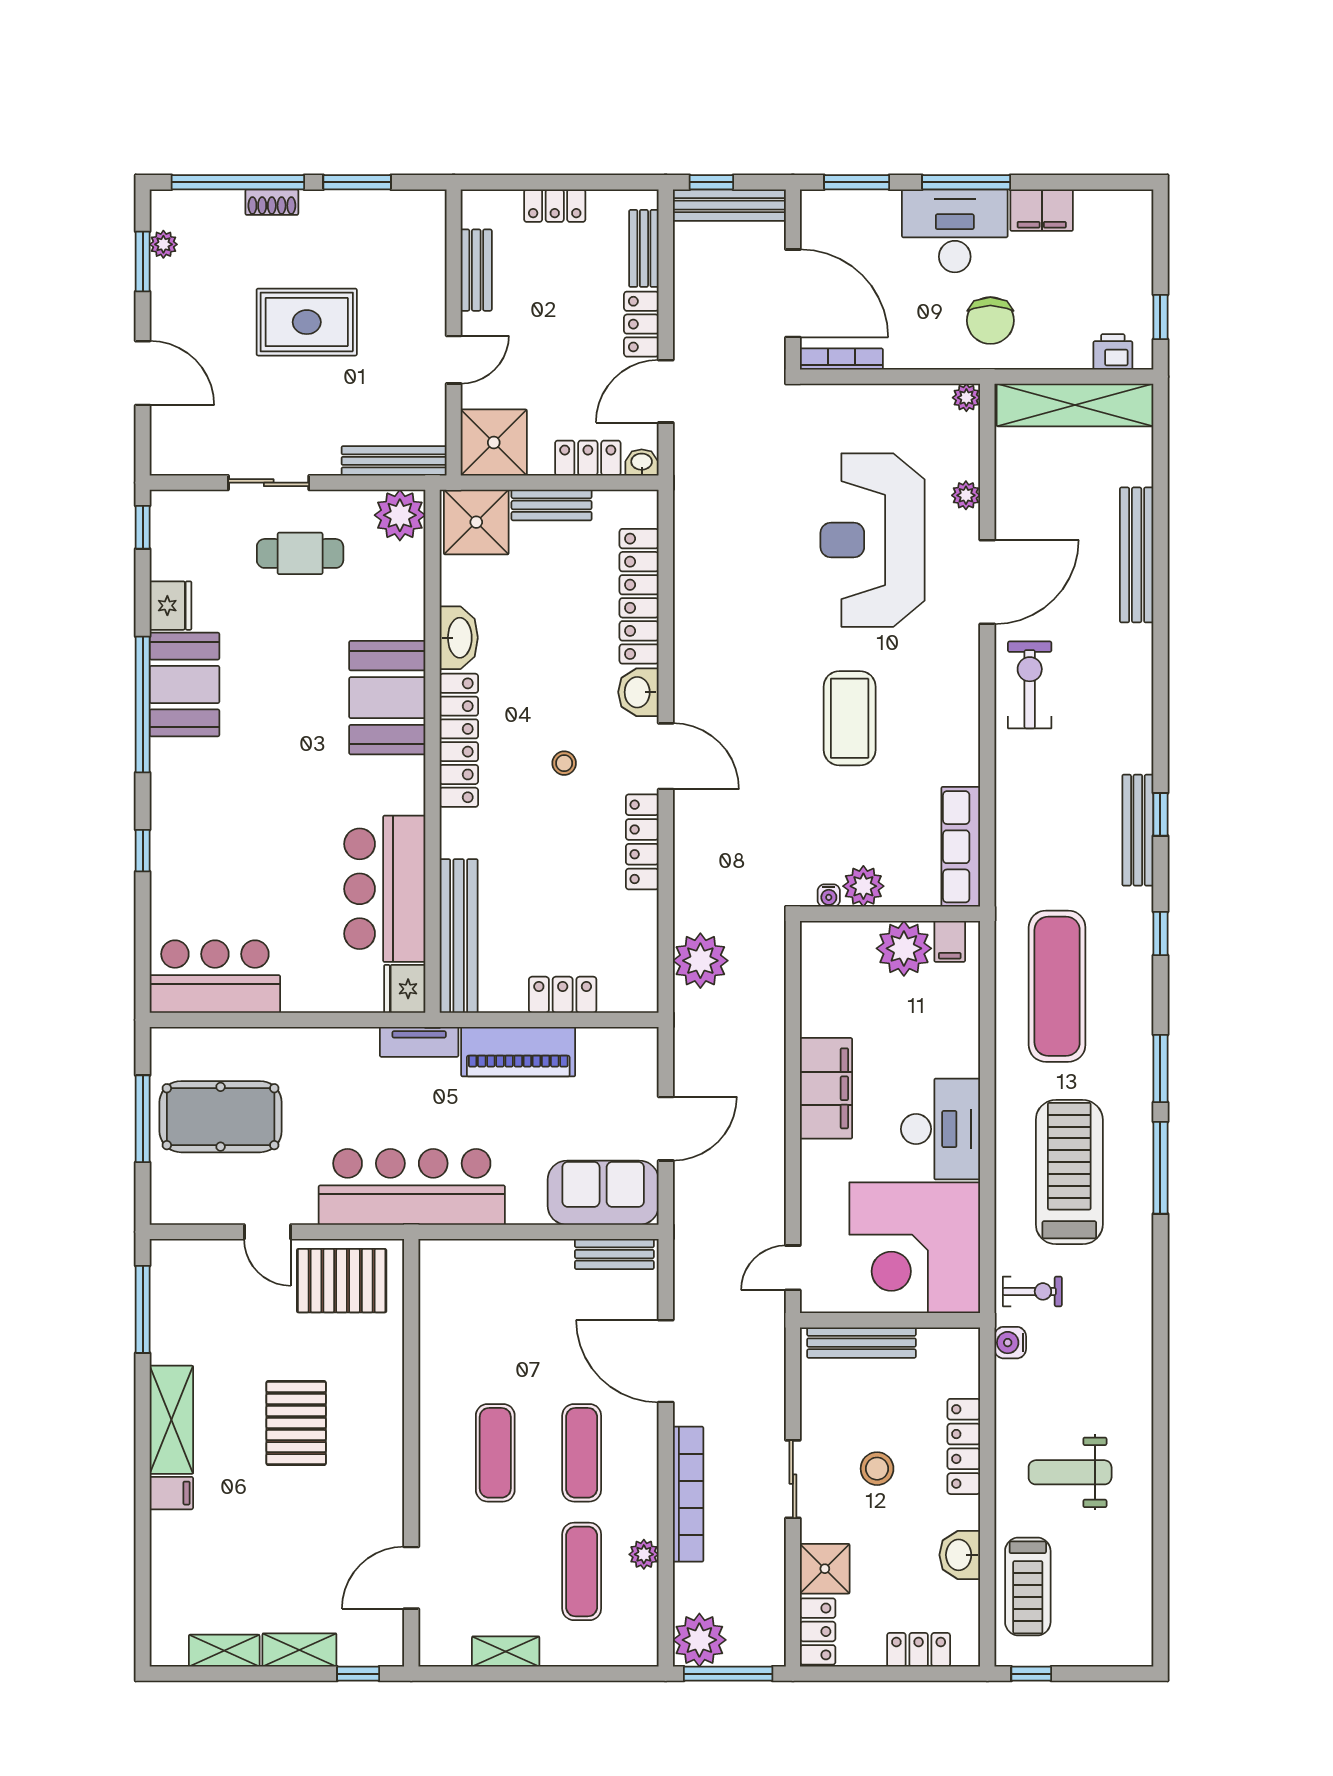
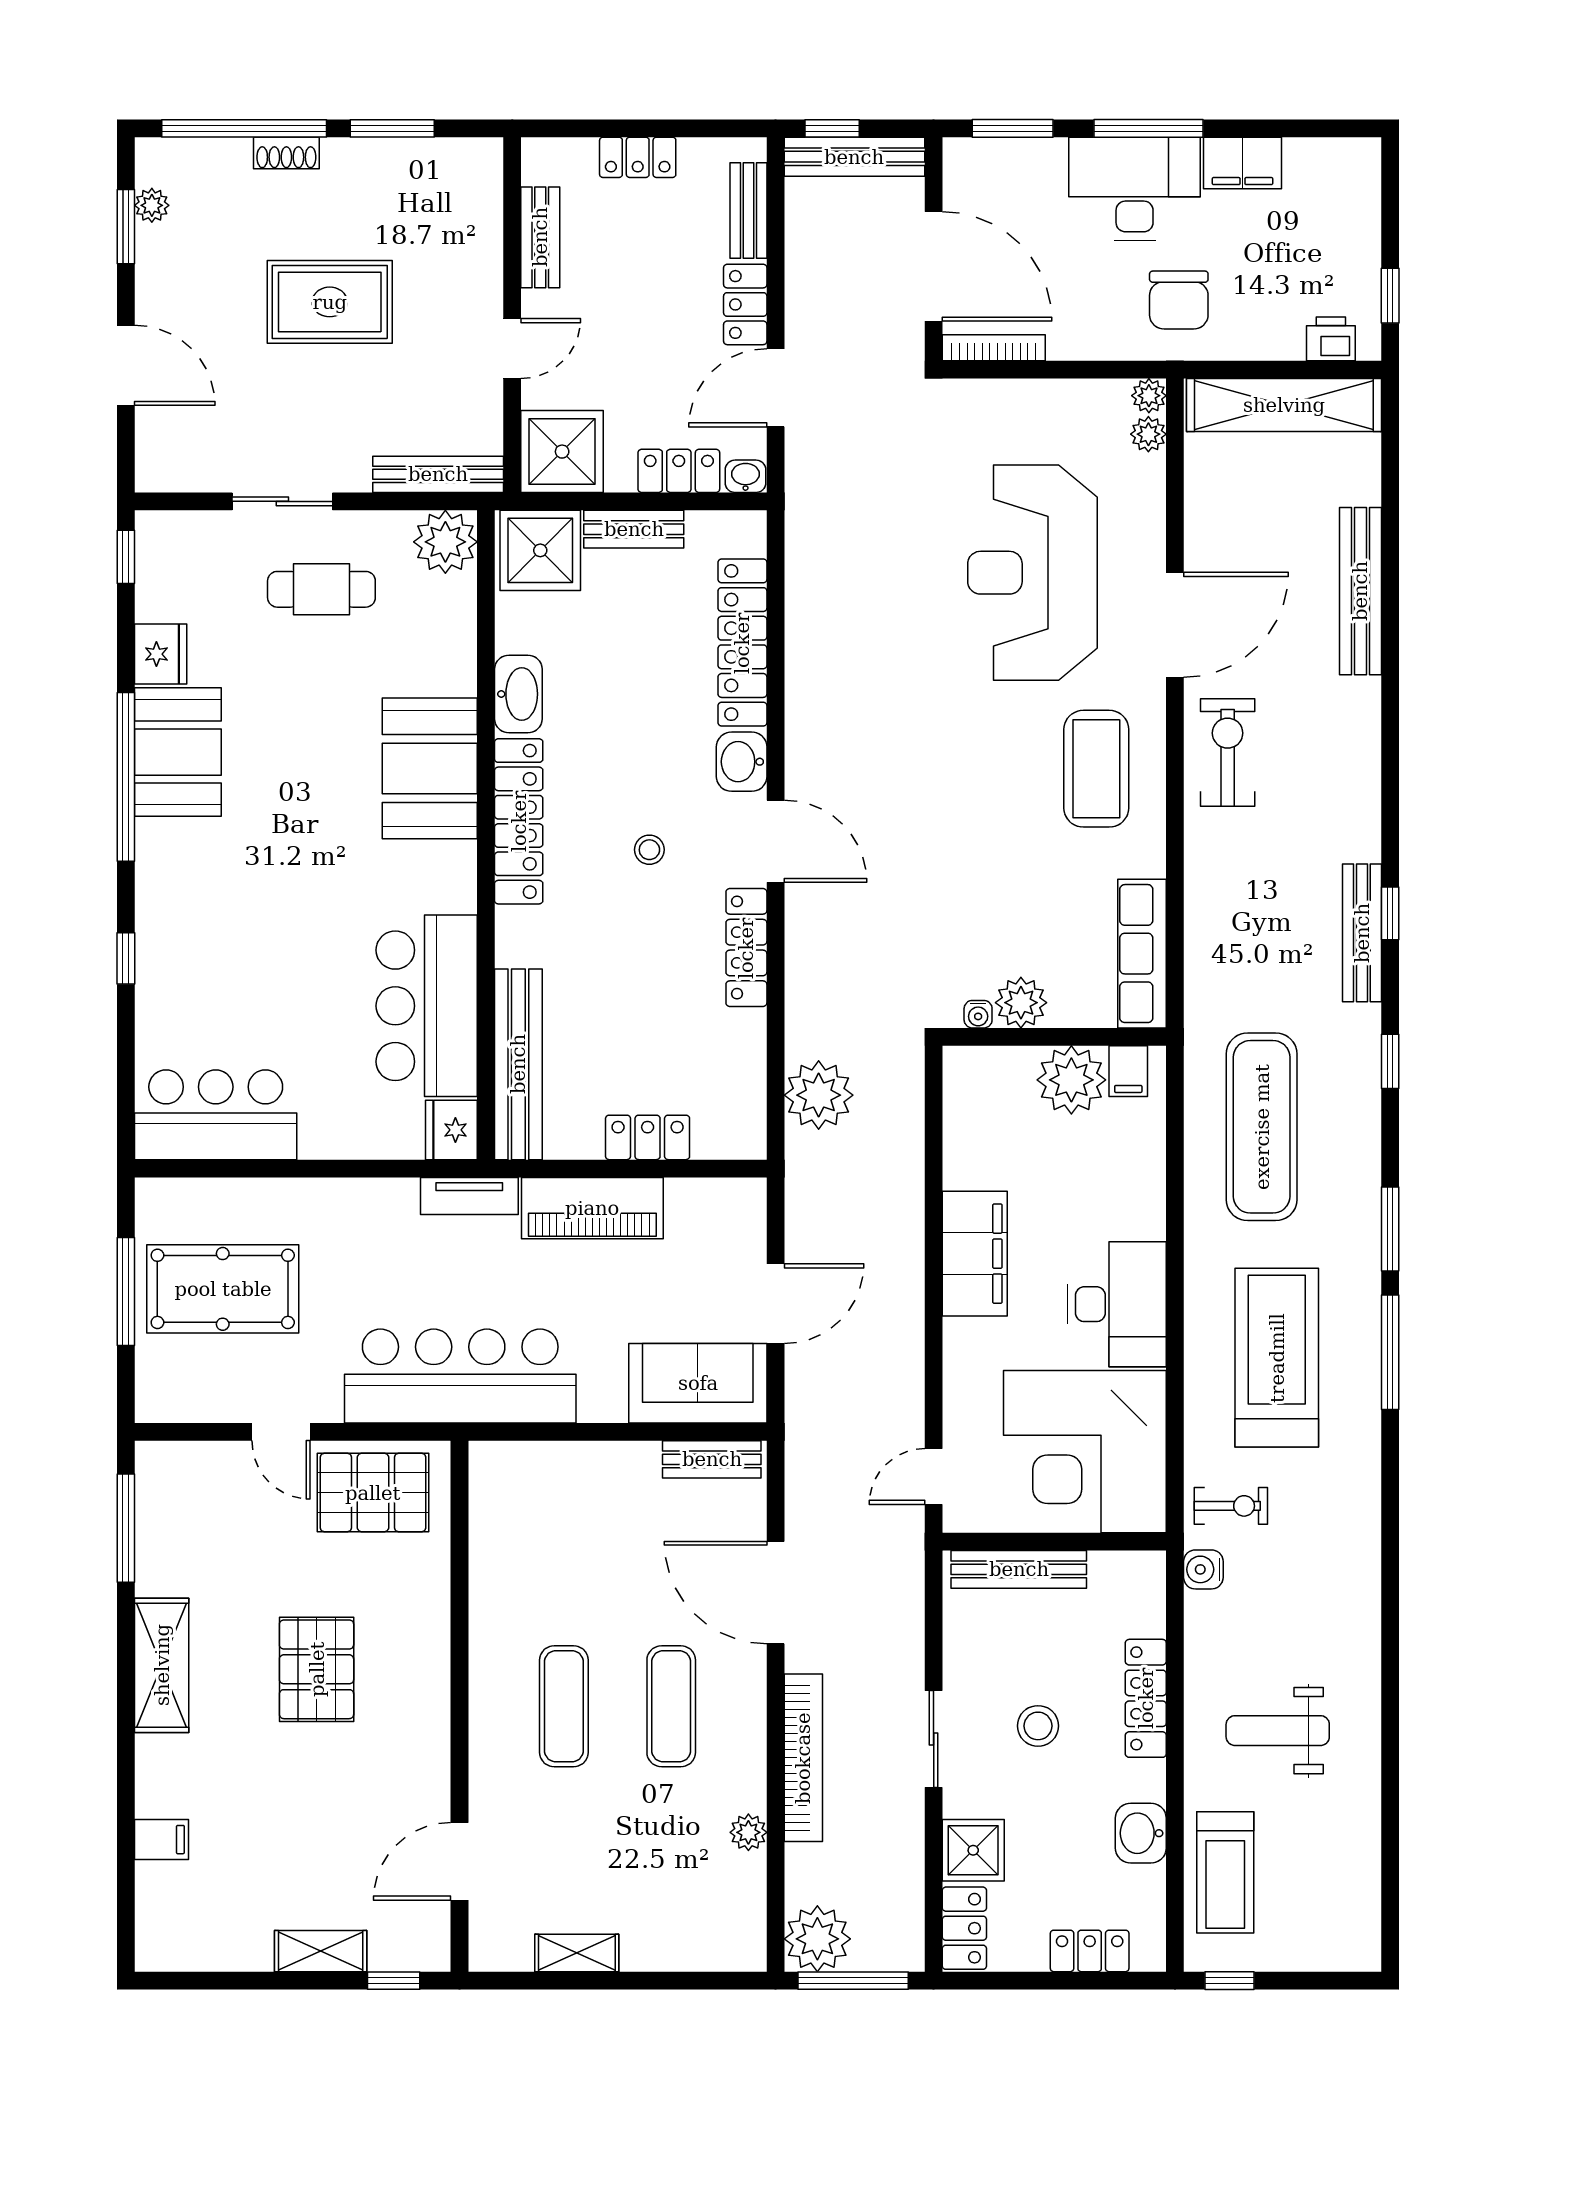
plant: (966, 495) -> (1148, 434), moved
coffee table: (850, 718) -> (1096, 769), moved
filing cabinet: (171, 1493) -> (162, 1840), moved
exercise mat: (582, 1571) -> (671, 1854), removed
shelving: (224, 1651) -> (227, 1952), removed

